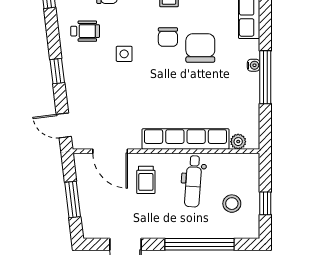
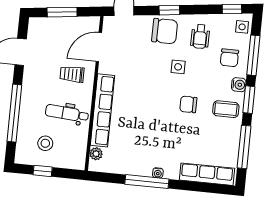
chair: (200, 48) -> (165, 31), moved

